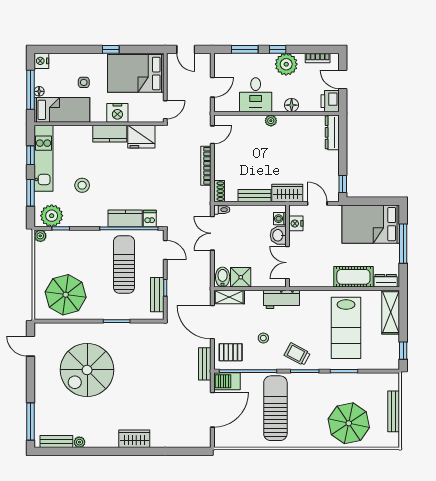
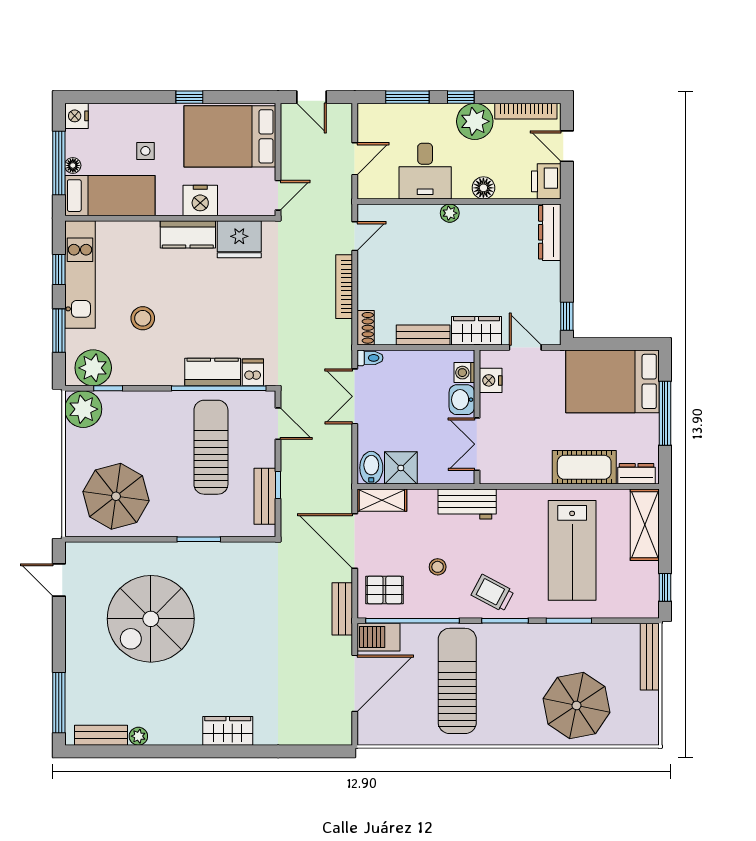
bookcase: (318, 58) -> (526, 111), width x1.56
plant: (40, 236) -> (83, 409), width x1.87, depth x1.87
bench: (394, 411) -> (650, 657), moved

